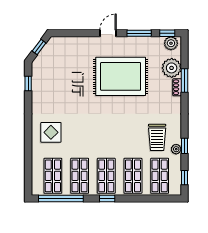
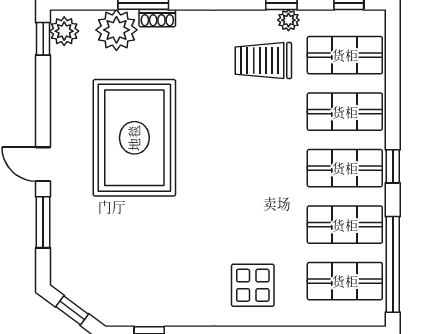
window: (139, 33) -> (43, 222), moved
trolley: (157, 137) -> (263, 61), turned 180

